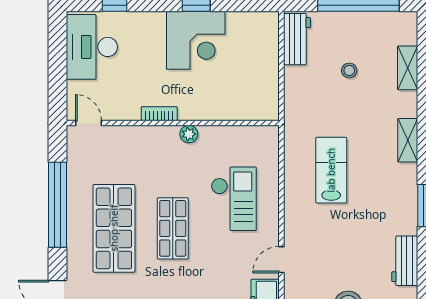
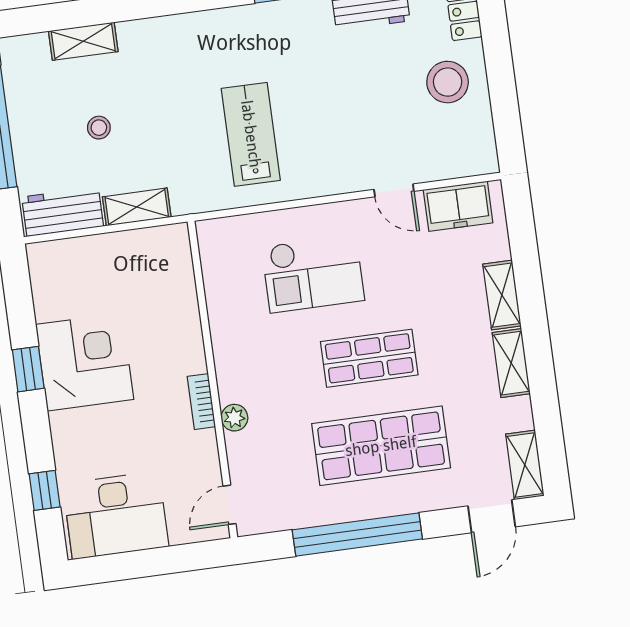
plant: (189, 134) -> (234, 418), moved
shelving: (408, 140) -> (137, 207), moved
lab bench: (331, 170) -> (251, 134), turned 90
checkout: (234, 199) -> (313, 274), turned 180

